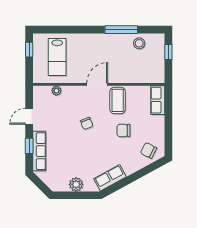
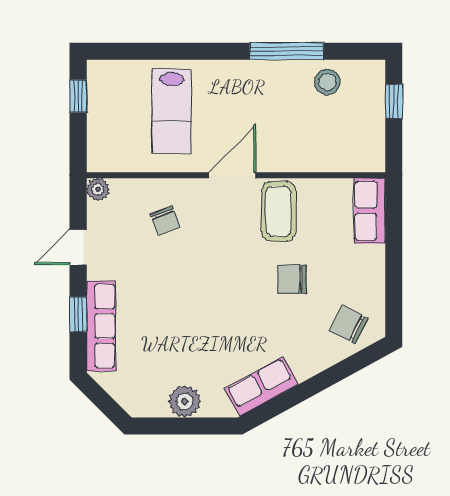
lab bench: (57, 57) -> (172, 111), moved
plant: (56, 91) -> (98, 189), moved
chair: (87, 123) -> (165, 220), moved

